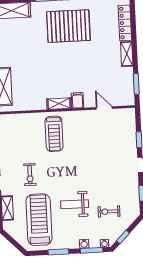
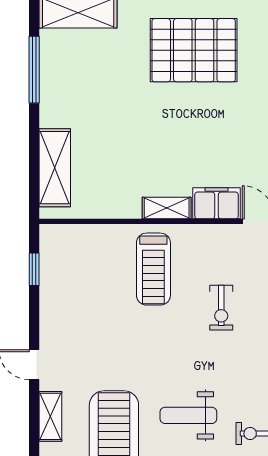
filing cabinet: (78, 100) -> (217, 203), width x2.00
exercise bike: (30, 175) -> (221, 308), moved

